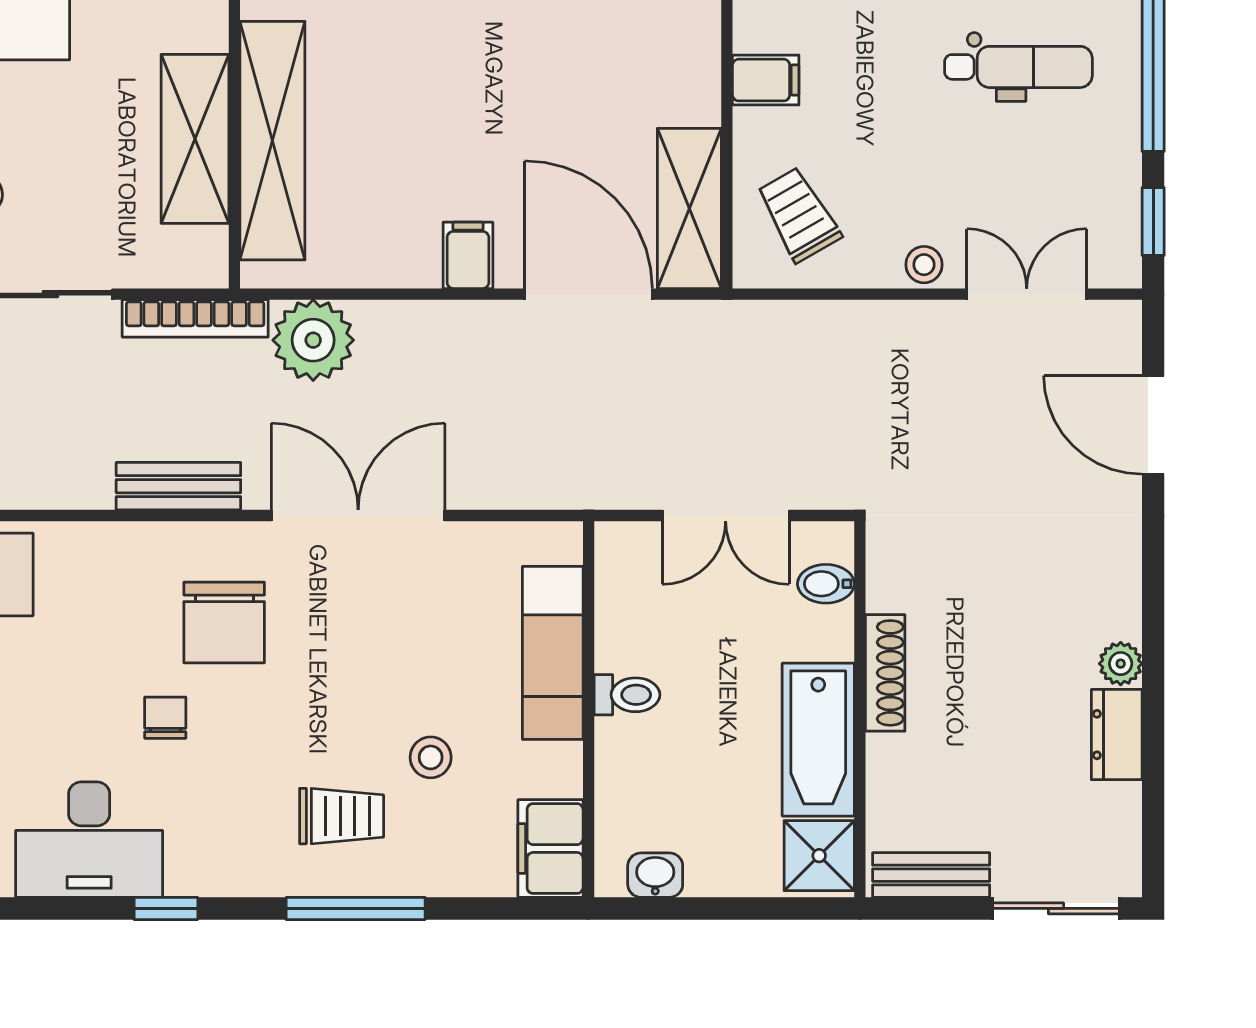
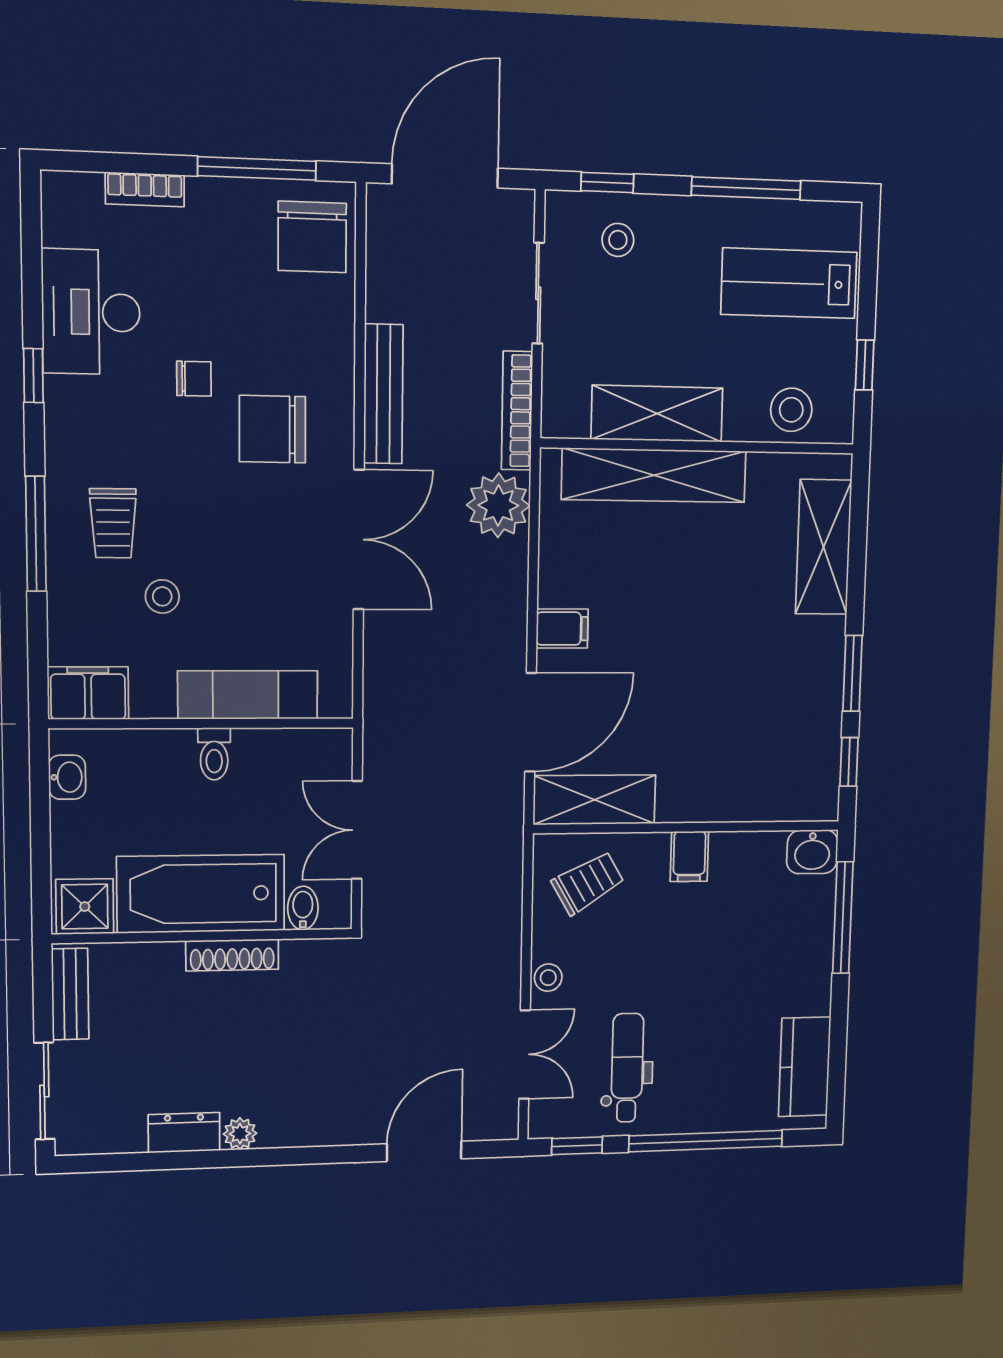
dental chair: (1018, 67) -> (627, 1068), moved, turned 180
bench: (178, 486) -> (383, 394), width x1.36
bathtub: (818, 740) -> (201, 894), width x1.36, depth x1.36

